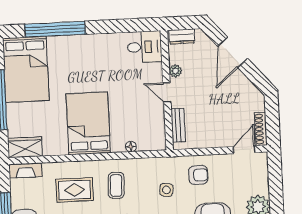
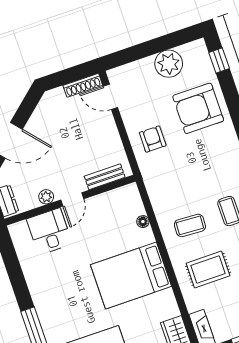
desk: (145, 47) -> (49, 231), moved
rug: (75, 190) -> (208, 269), turned 90
side table: (166, 190) -> (179, 169), removed

